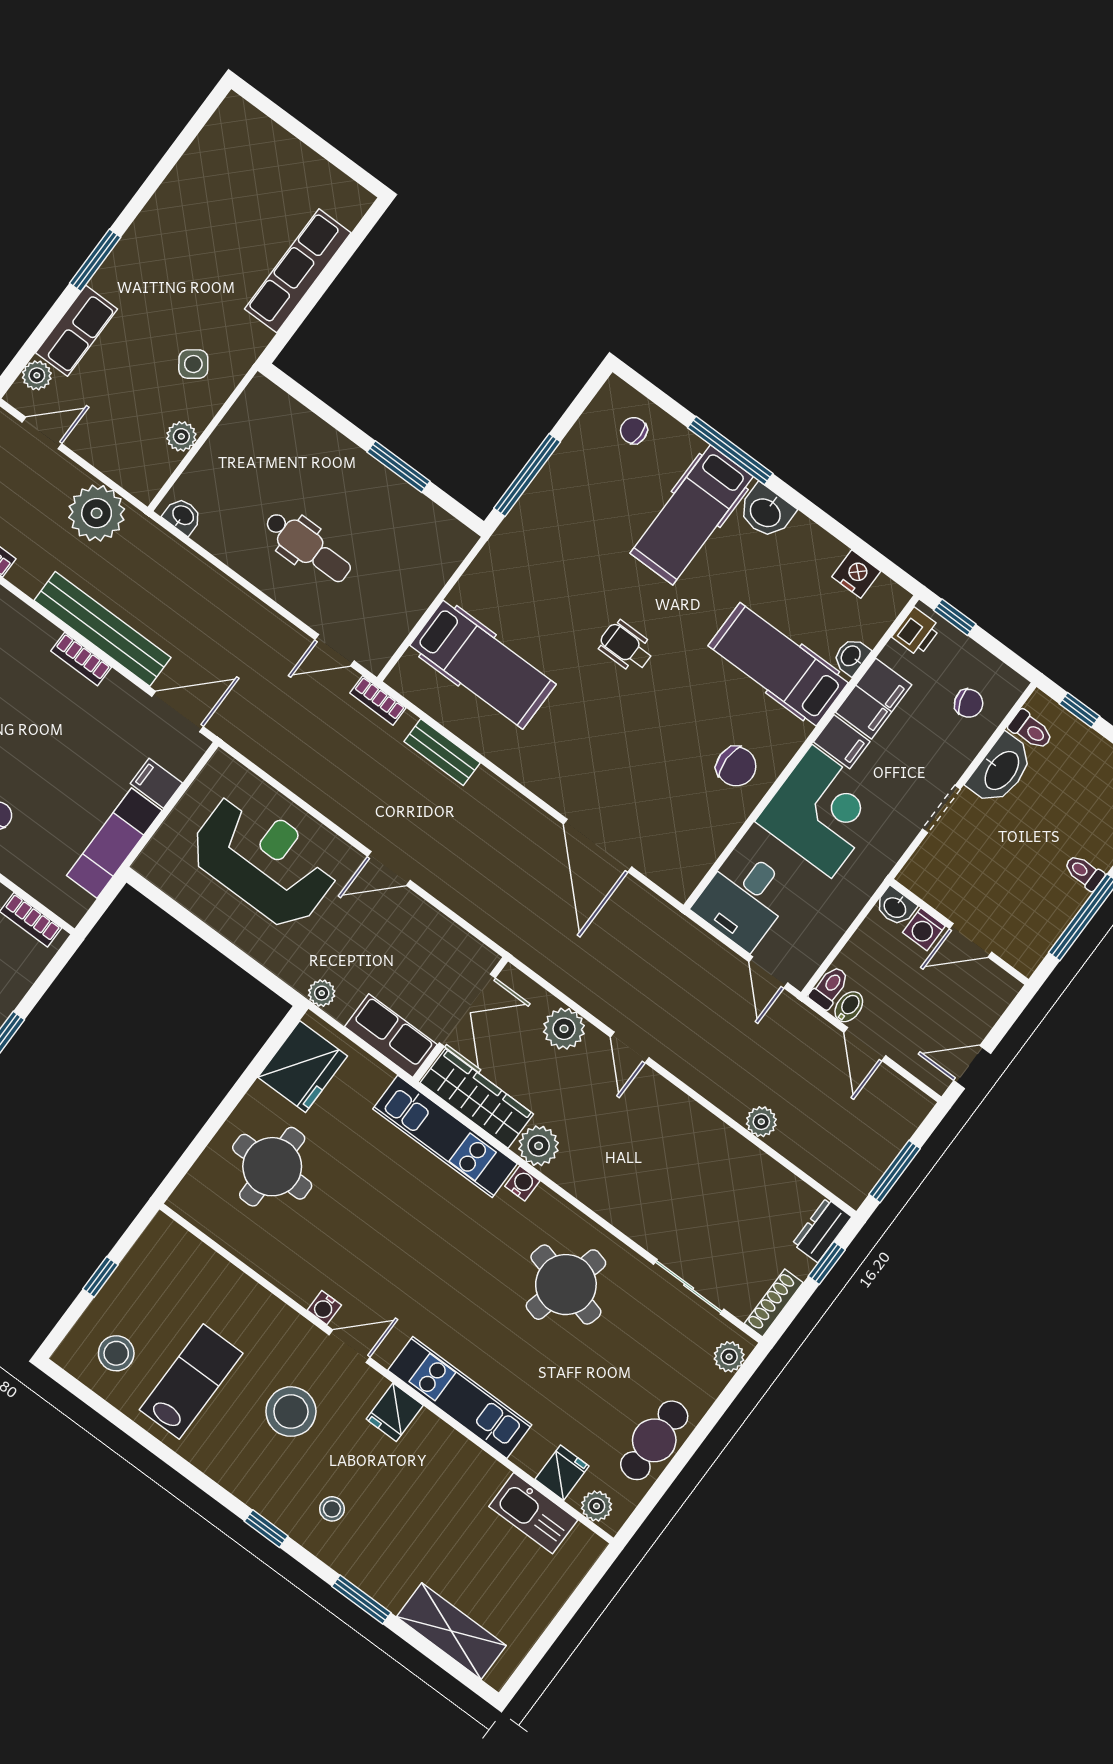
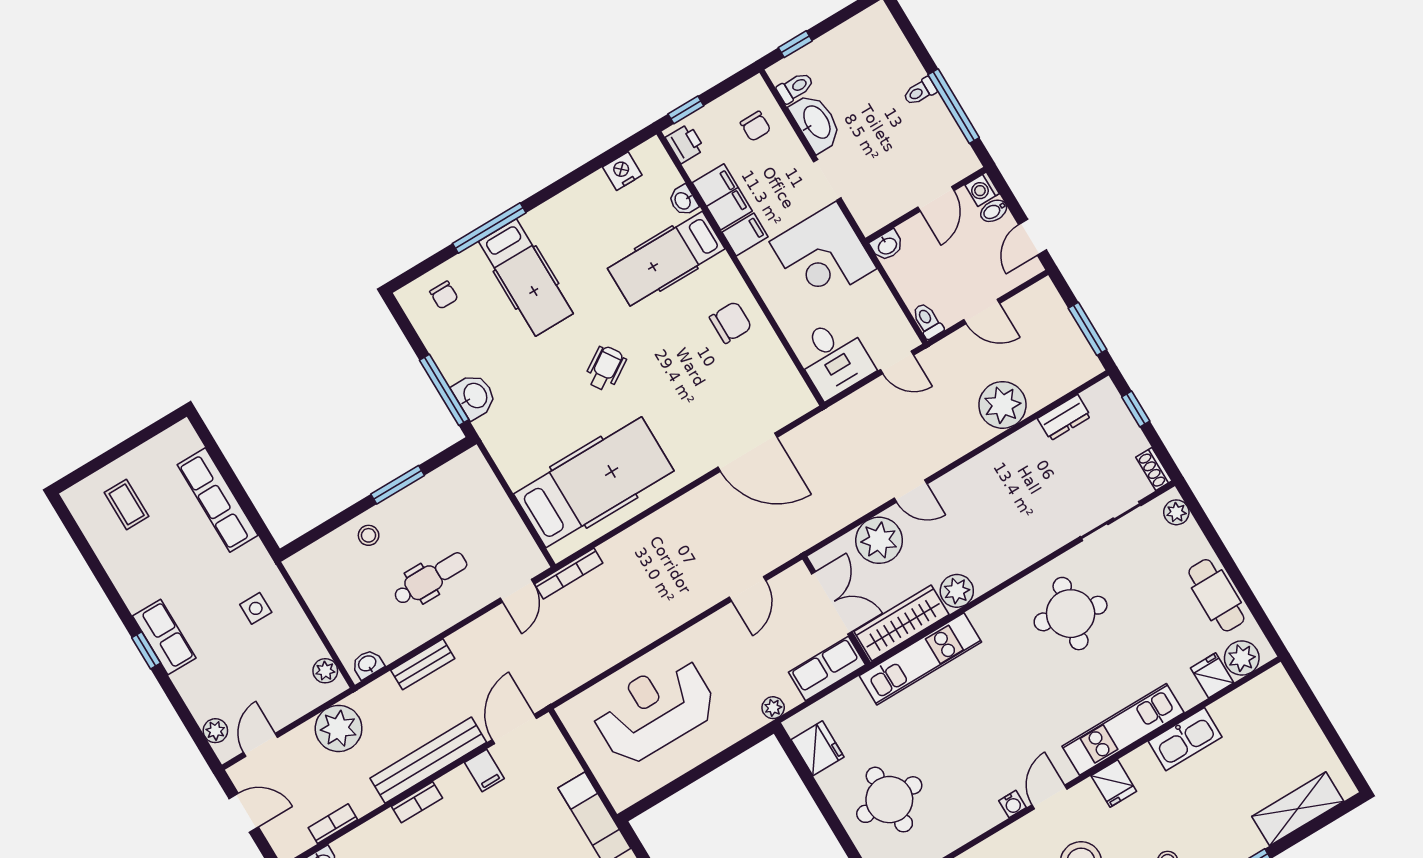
coffee table: (250, 170) -> (127, 504), added
window: (95, 260) -> (146, 650), width x0.67
row of seats: (77, 331) -> (164, 637), moved
side table: (193, 364) -> (256, 608), turned 36
chair: (634, 431) -> (444, 295), turned -90
plant: (181, 436) -> (325, 671), moved
stool: (328, 457) -> (369, 535), added
washbasin: (766, 512) -> (475, 396), moved, turned -90
wheelchair: (626, 647) -> (605, 368), turned 147
bookcase: (81, 659) -> (417, 802), moved
hospital bed: (483, 665) -> (594, 482), width x1.37, depth x1.29
bookcase: (378, 700) -> (569, 574), width x1.56
chair: (969, 703) -> (755, 126), turned 108
bench: (442, 752) -> (423, 664), moved
filing cabinet: (156, 783) -> (484, 771), moved, turned -90
corner desk: (822, 811) -> (823, 255), moved, turned 180
door: (389, 868) -> (748, 589), moved
washing machine: (924, 929) -> (982, 189), moved, turned 90
bidet: (849, 1007) -> (994, 211), moved, turned -90
plant: (564, 1029) -> (879, 540), width x1.36, depth x1.36
fridge: (303, 1067) -> (818, 748), width x0.73, depth x0.75
plant: (761, 1122) -> (1002, 405), width x1.87, depth x1.87
water cooler: (522, 1183) -> (980, 615), removed
dresser: (822, 1230) -> (1064, 418), moved, turned -90
shoe rack: (774, 1303) -> (1154, 469), width x0.70
plant: (597, 1506) -> (1242, 658), width x1.38, depth x1.38
kitchen sink: (533, 1513) -> (1185, 739), moved

